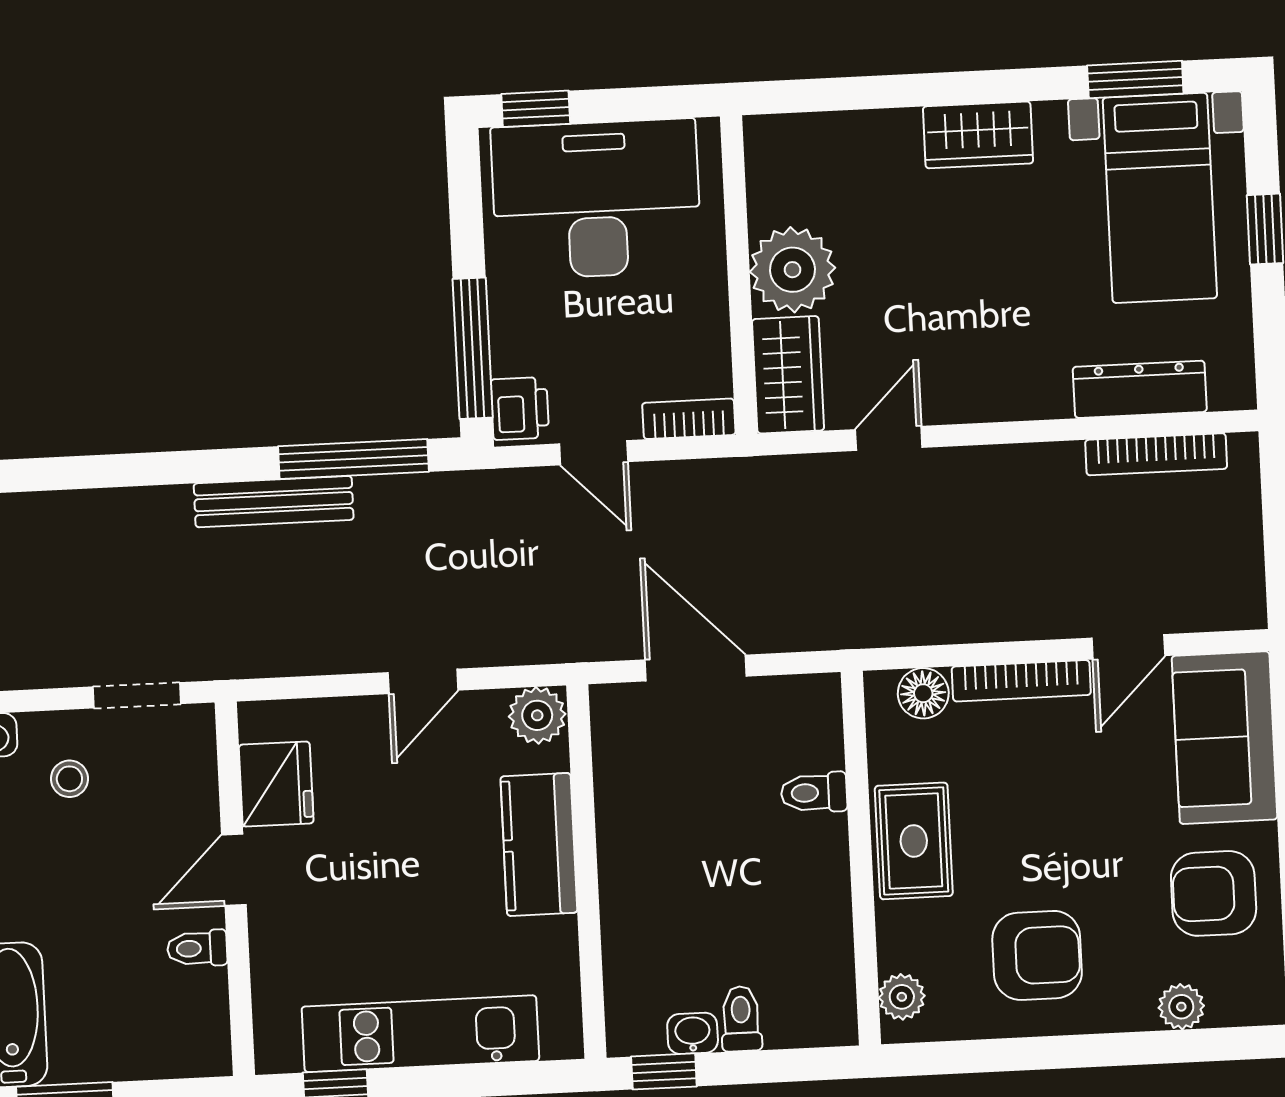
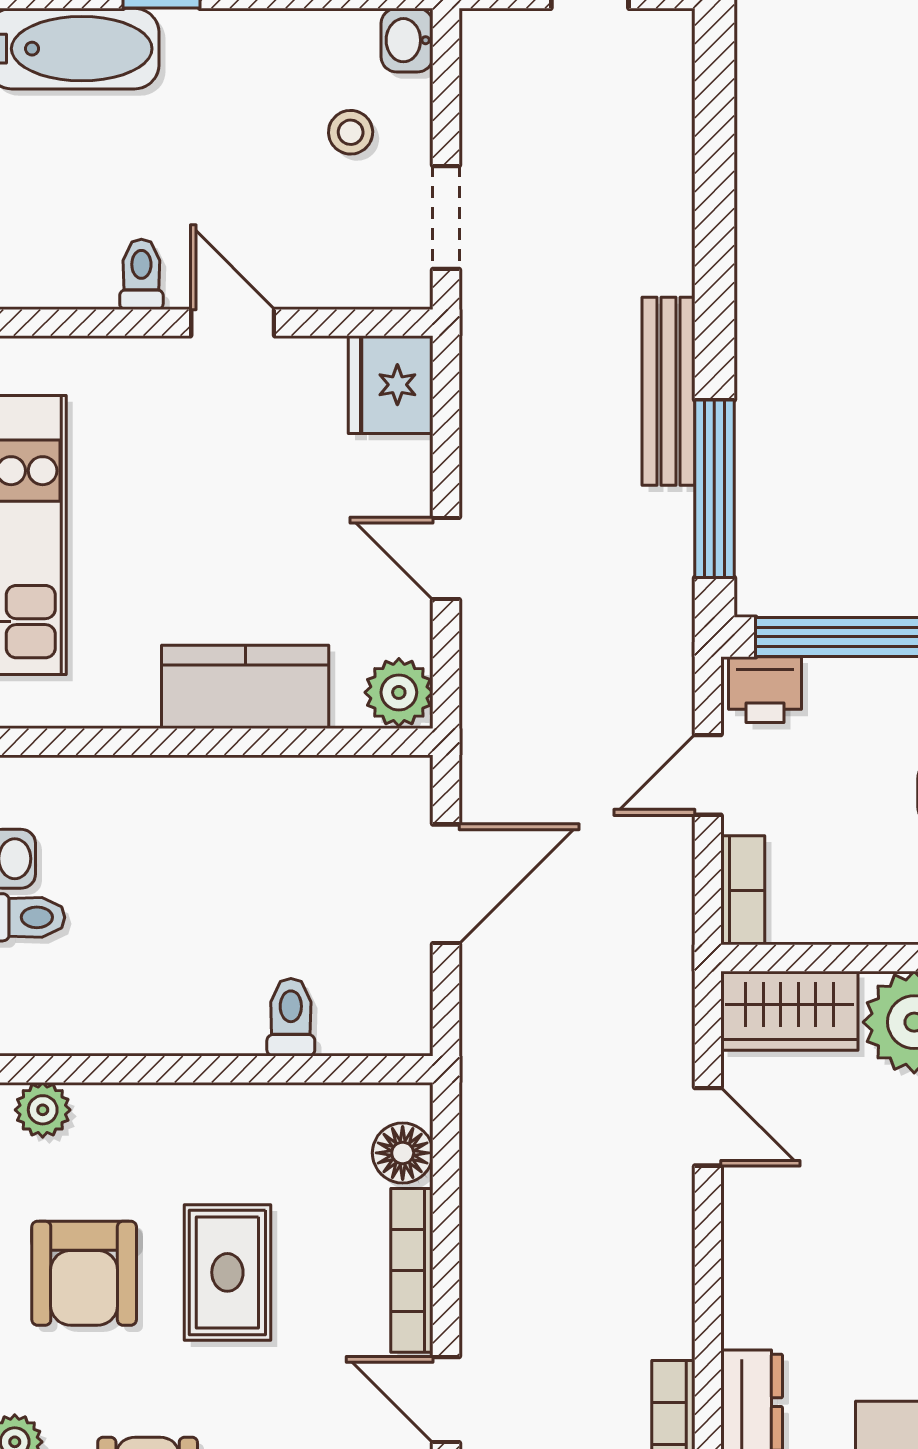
fridge: (276, 784) -> (391, 385), moved, turned 90
rug: (914, 841) -> (227, 1272), moved, turned 90

